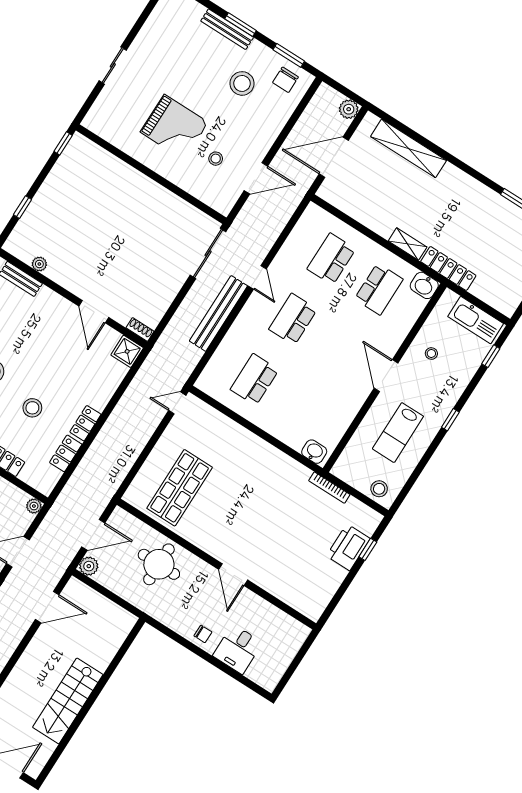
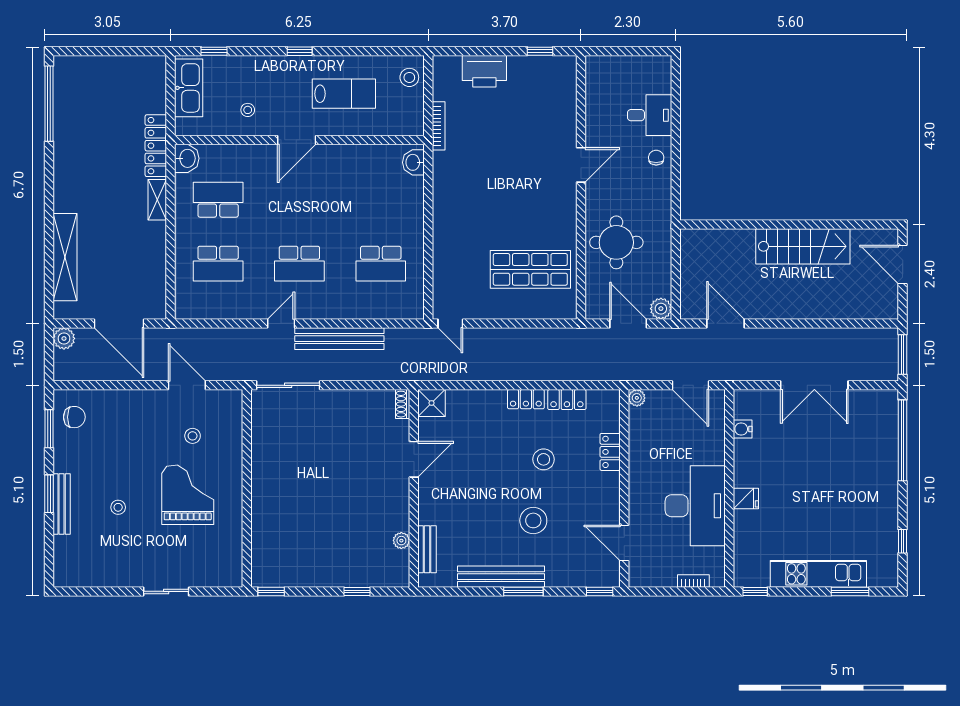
stool: (242, 83) -> (118, 507), moved, width x0.53, depth x0.53
window: (368, 549) -> (540, 51), moved

